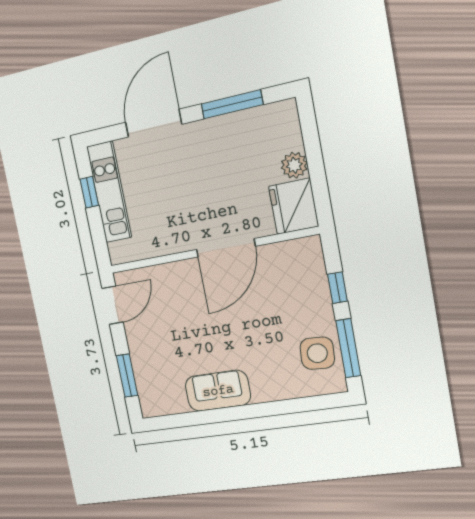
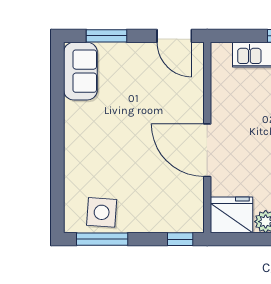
window: (337, 288) -> (180, 239), moved
sofa: (218, 391) -> (80, 71), moved

